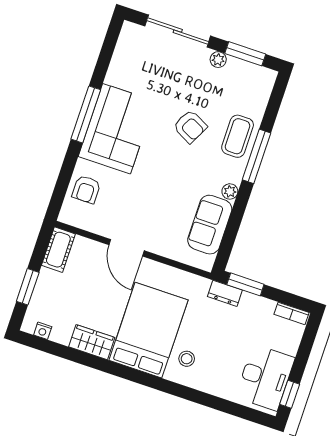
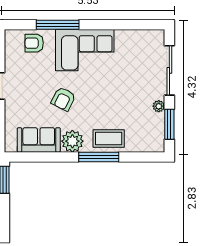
window: (86, 114) -> (58, 25), moved
armchair: (190, 126) -> (63, 99), moved
plant: (230, 191) -> (72, 141), width x1.88, depth x1.88

